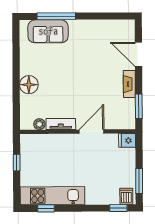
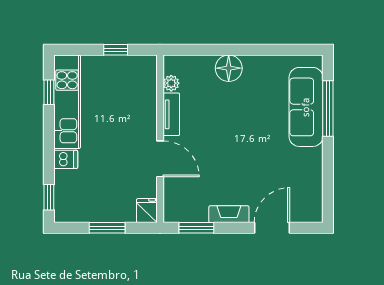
sofa: (48, 31) -> (306, 107), width x1.36
window: (139, 181) -> (107, 228), moved
dishwasher: (126, 196) -> (66, 159), moved

